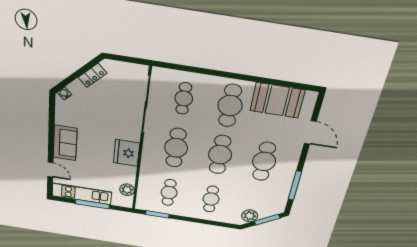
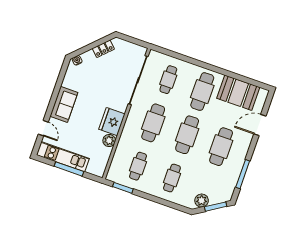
door: (310, 132) -> (260, 125), swing flipped
plant: (127, 190) -> (109, 141), moved

